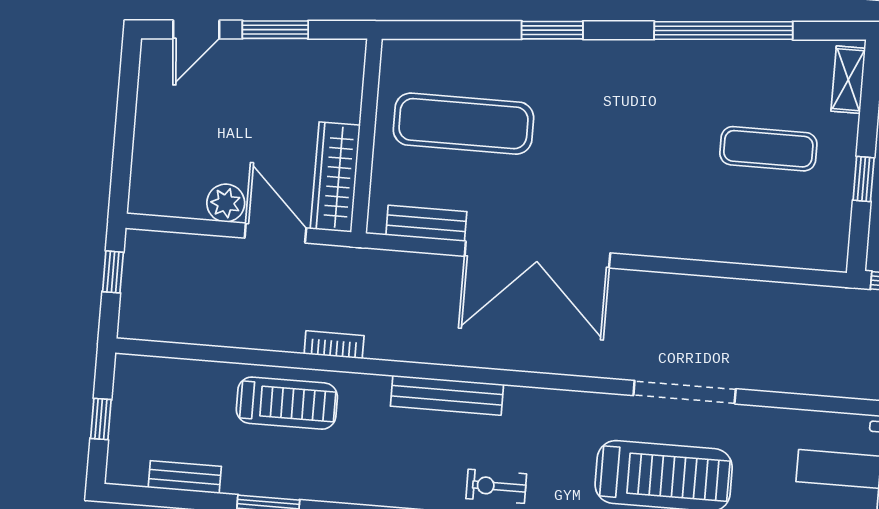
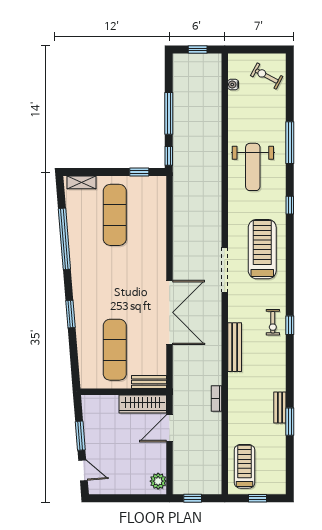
exercise mat: (768, 149) -> (115, 215), width x1.36, depth x1.45
window: (864, 179) -> (139, 172), moved
plant: (226, 203) -> (158, 481), moved
bench: (426, 223) -> (149, 382), moved, turned 90
doorway: (685, 392) -> (225, 270), moved
treadmill: (287, 403) -> (244, 466), moved
bench: (185, 477) -> (280, 408), moved

